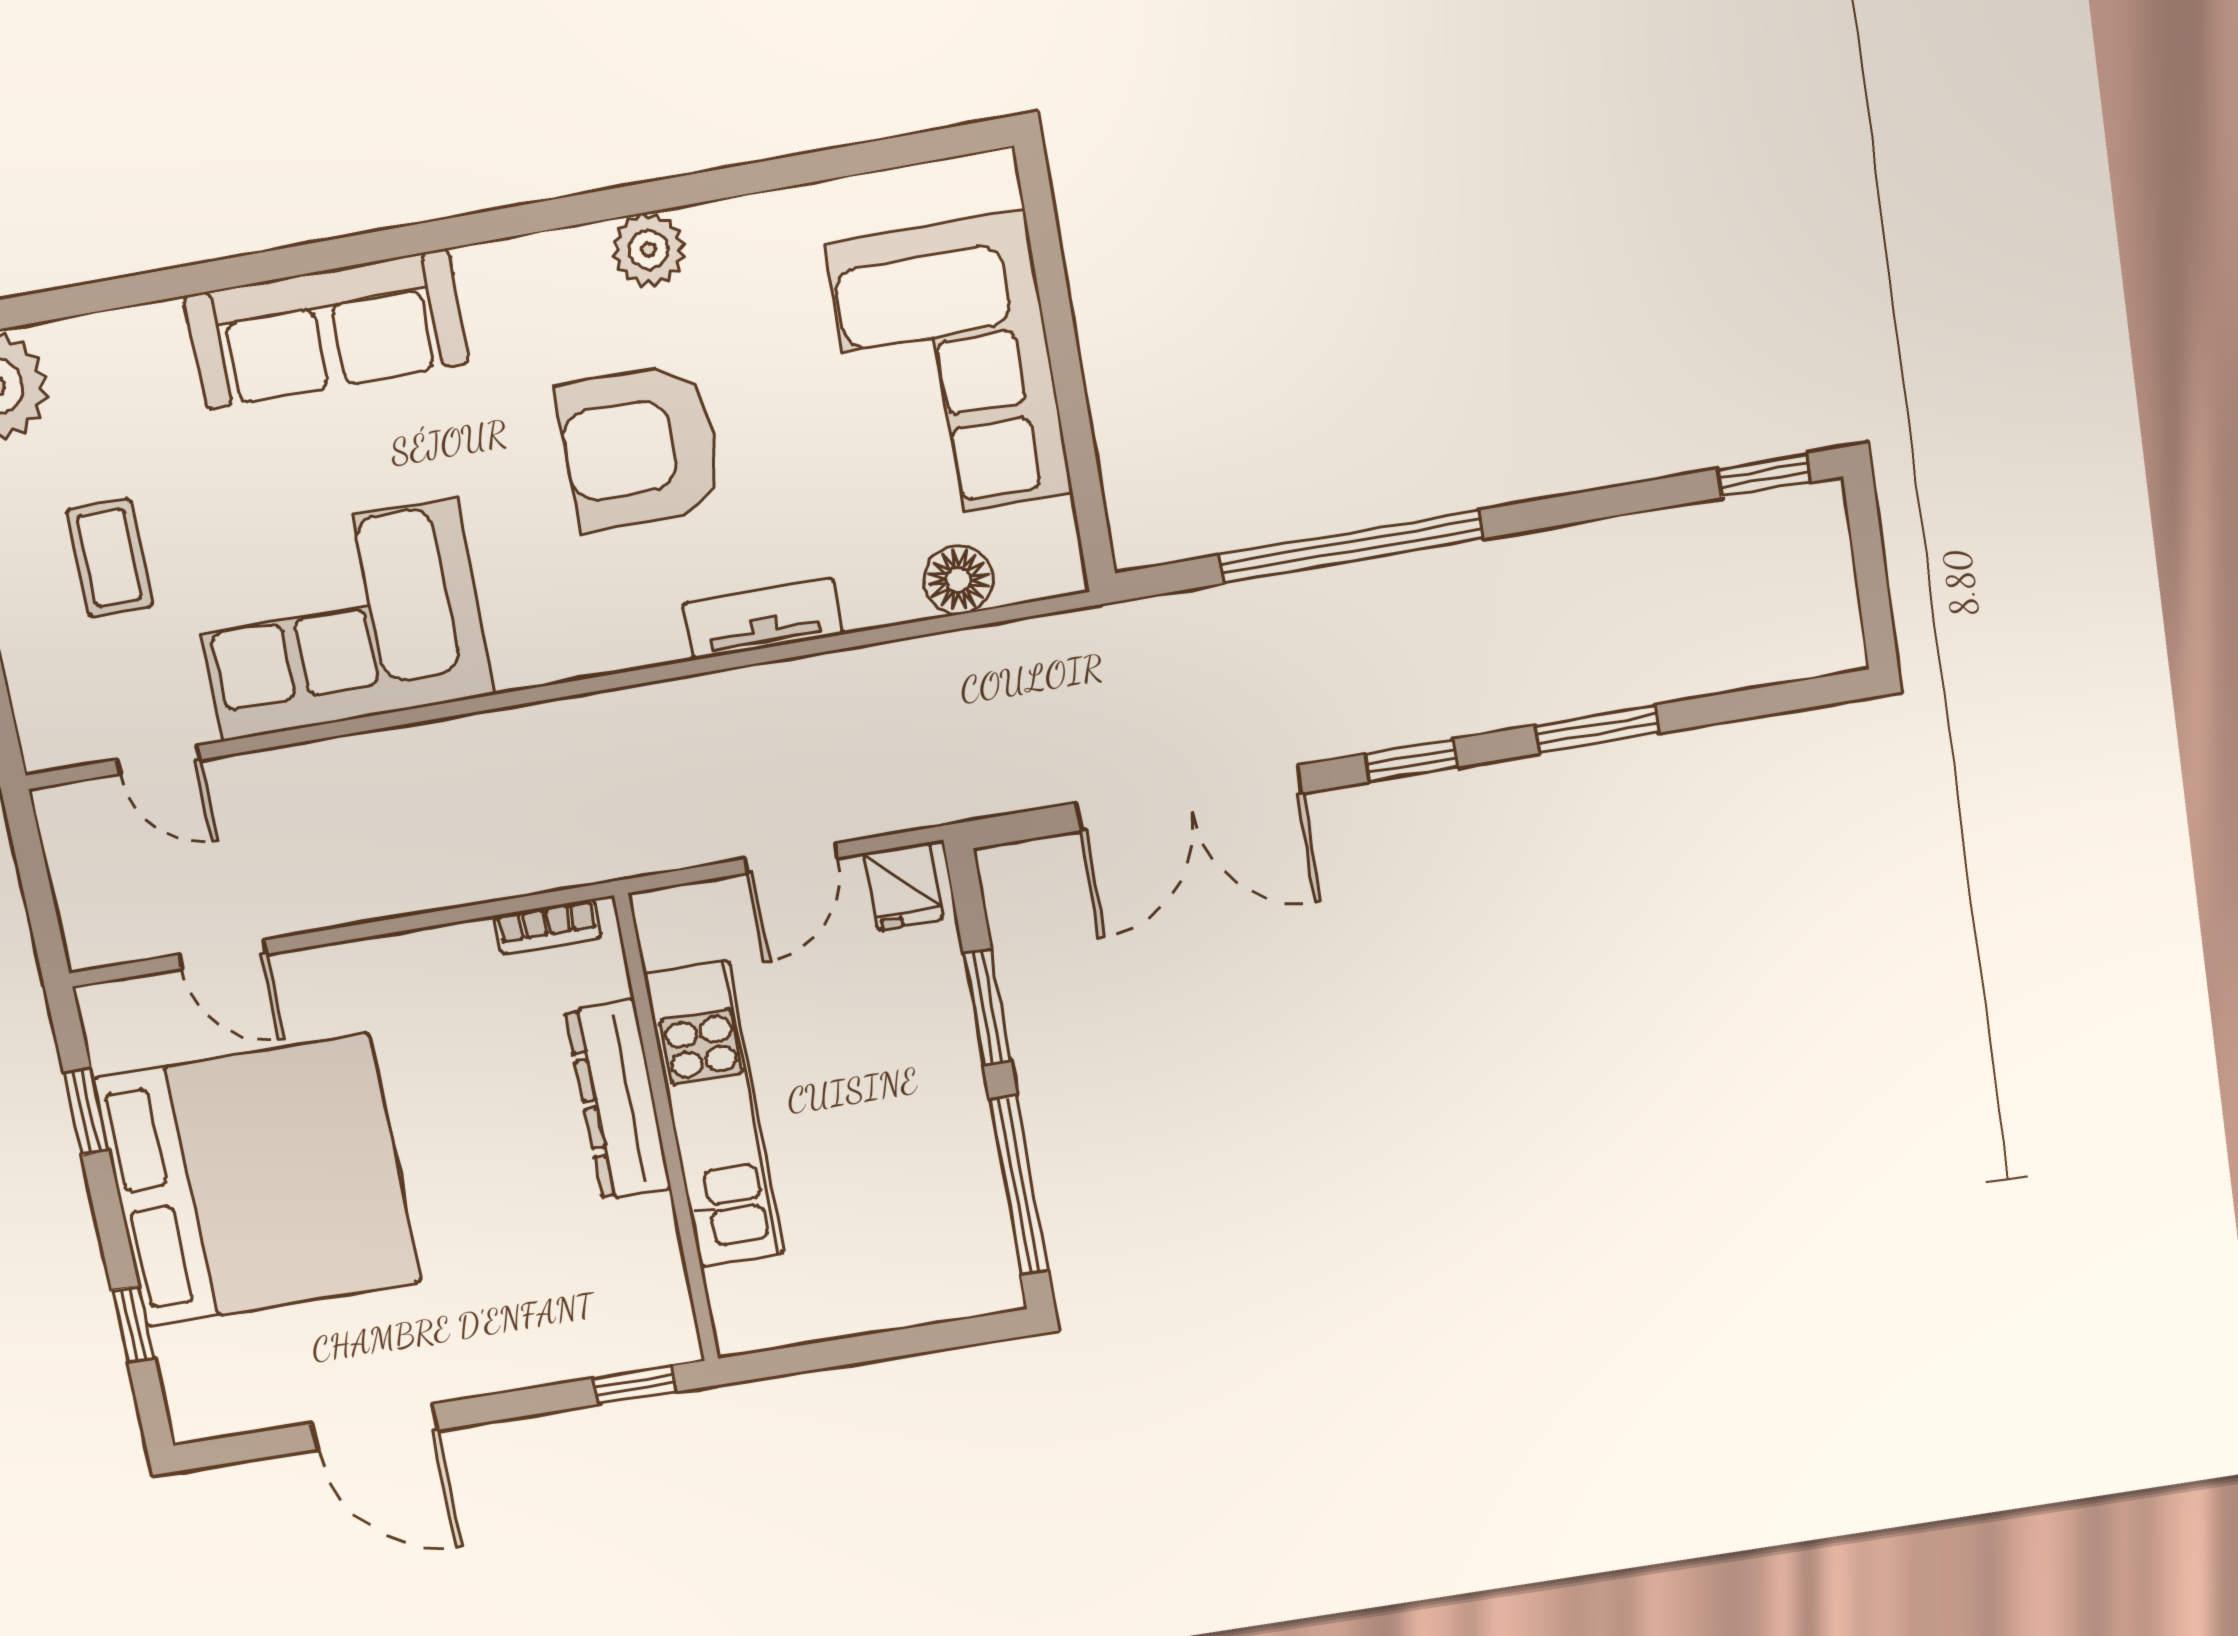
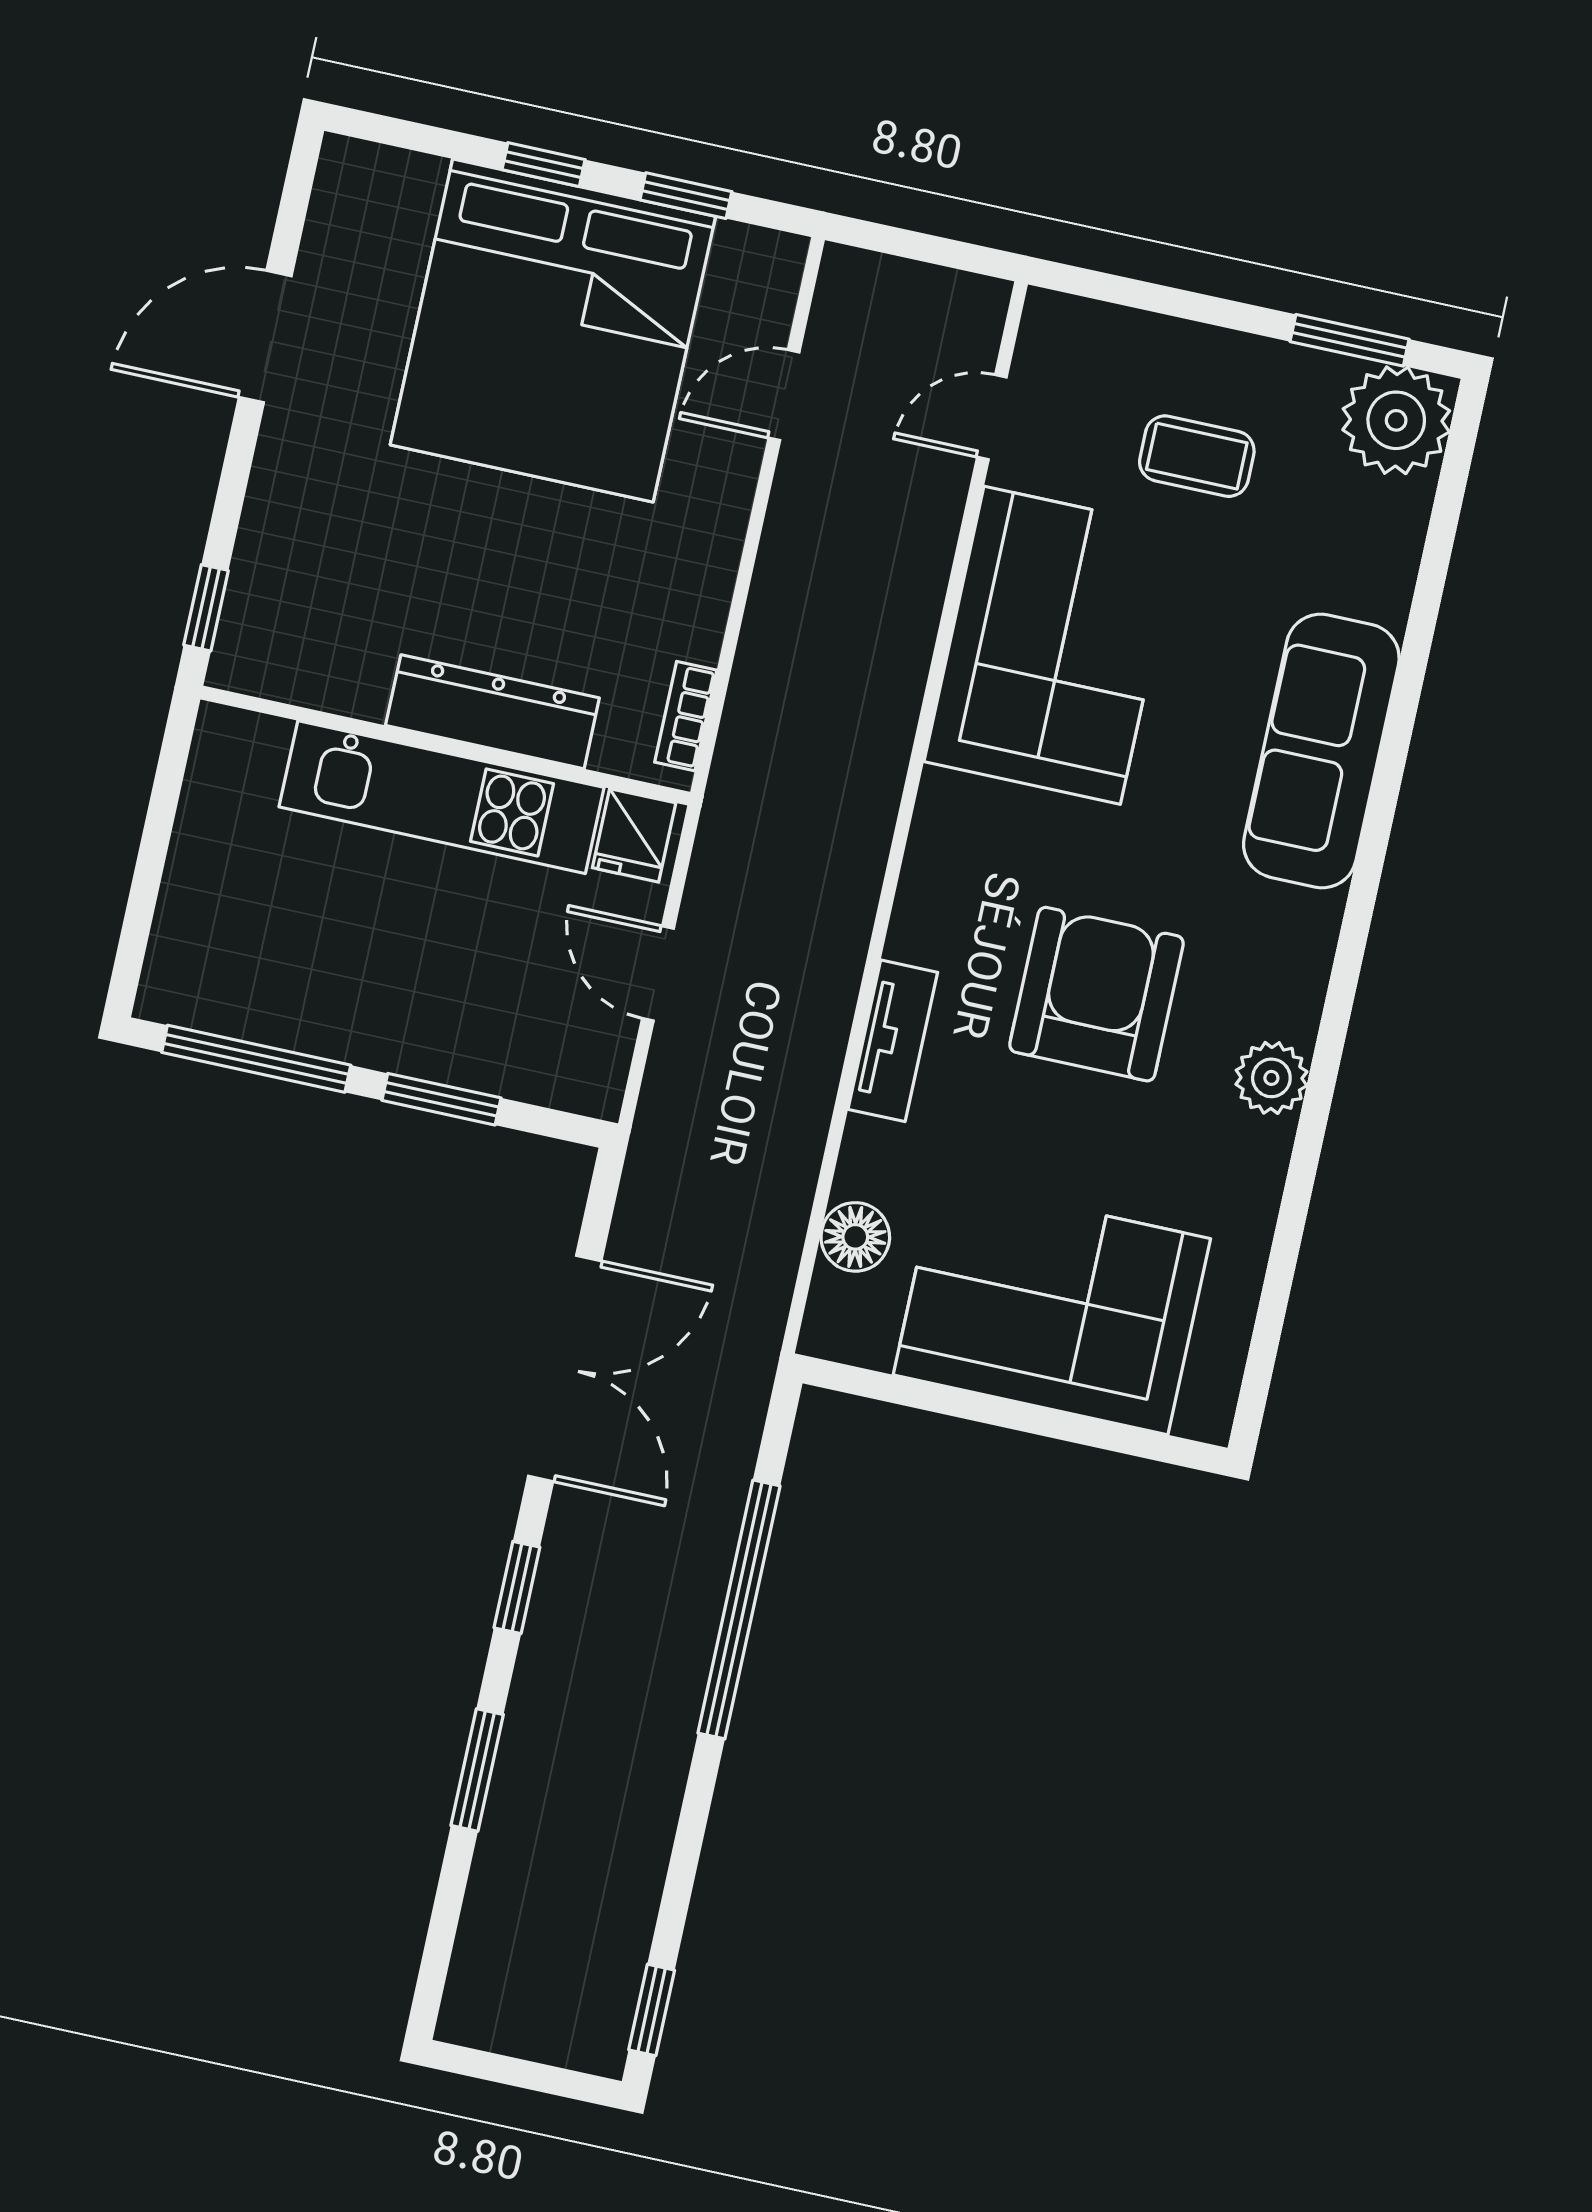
double door: (1189, 798) -> (565, 1368), swing flipped
fridge: (903, 886) -> (634, 835), moved, turned -90
window: (133, 1324) -> (544, 165), moved

